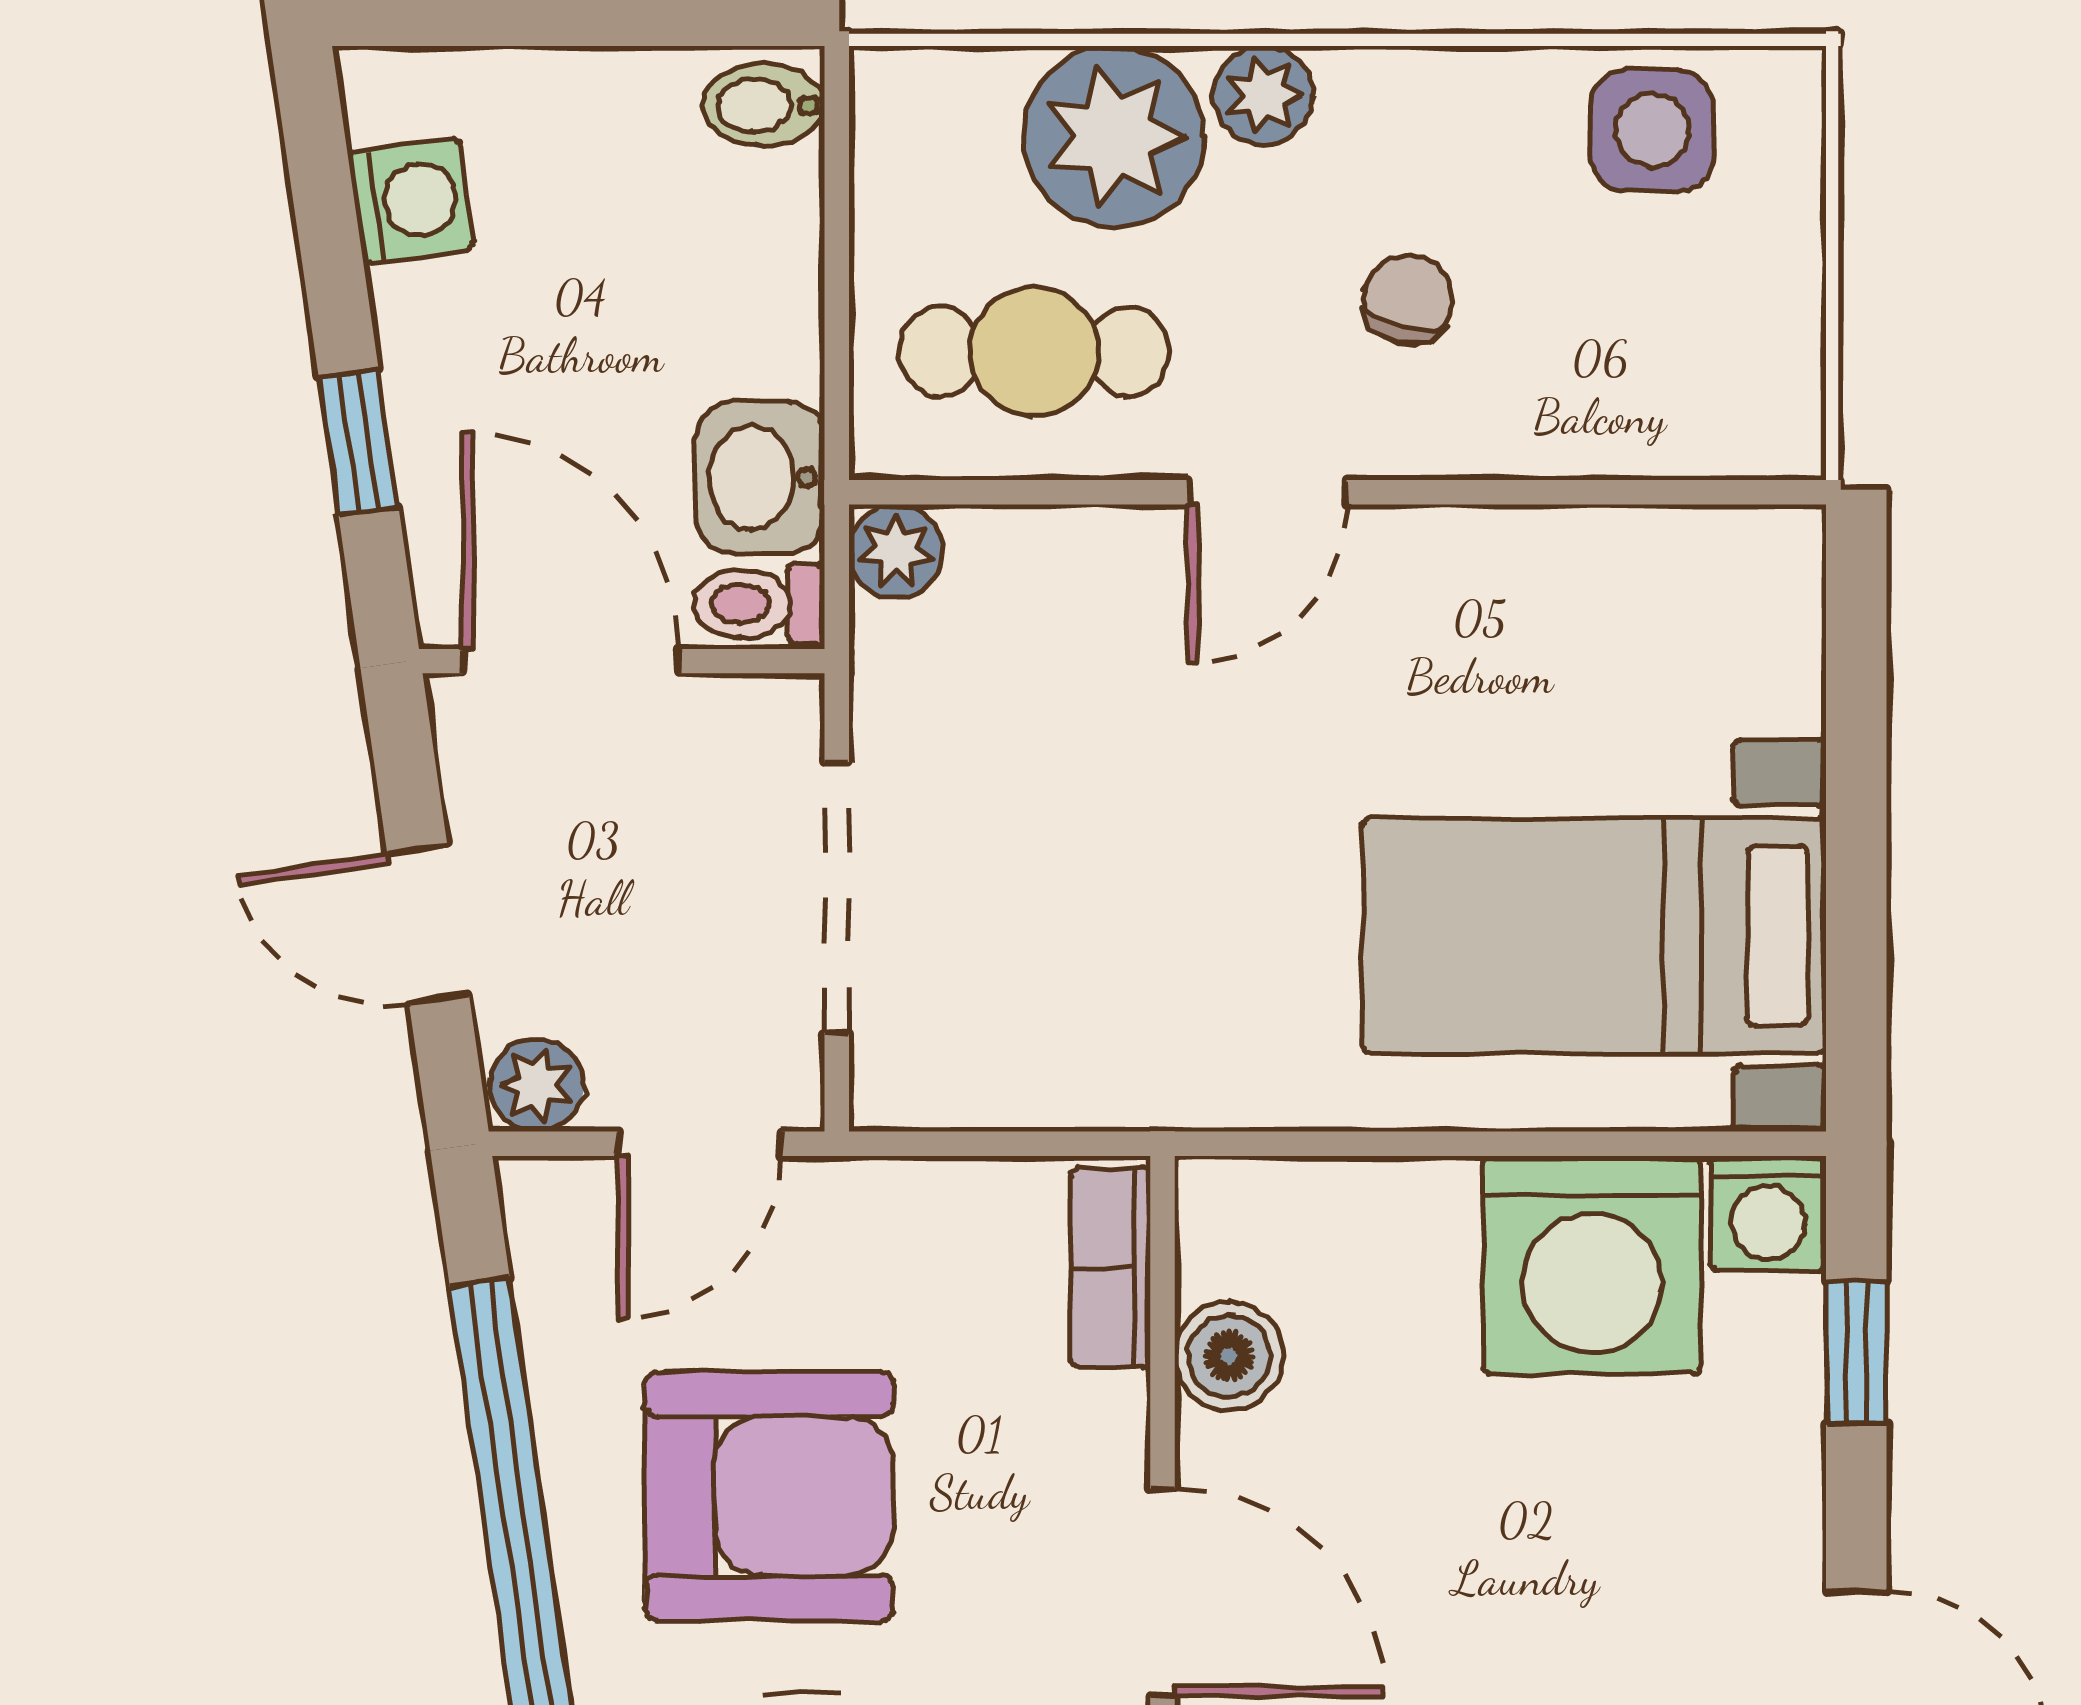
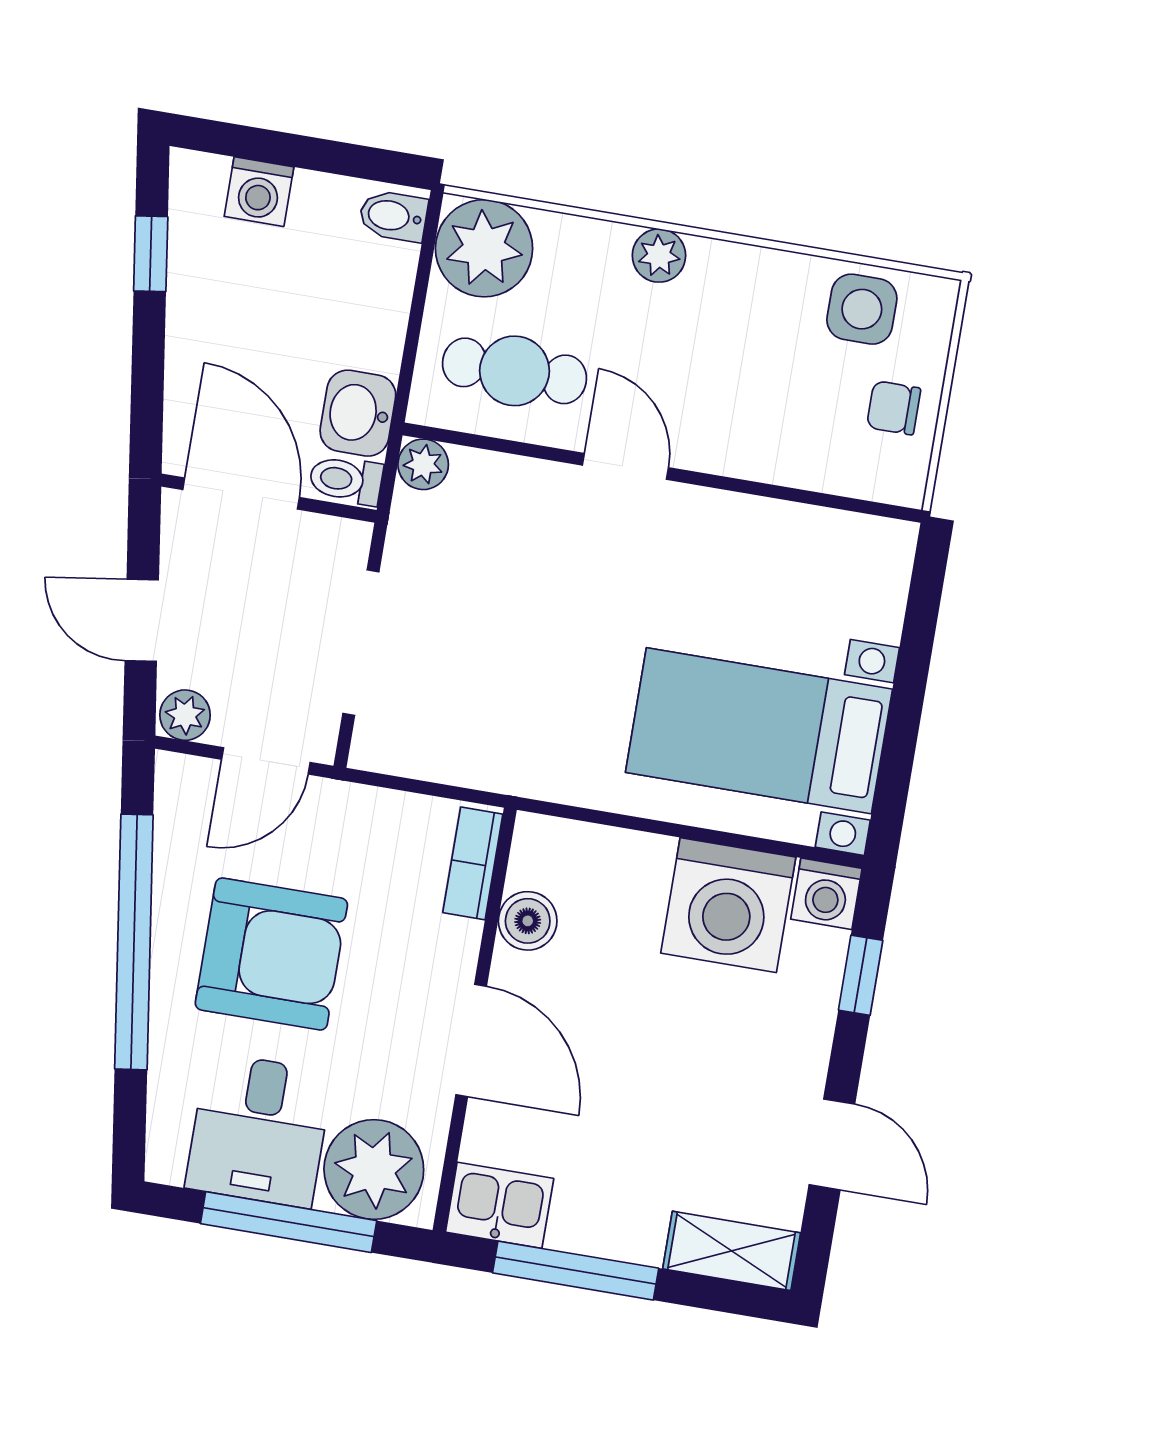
plant: (1114, 136) -> (484, 248), moved
washing machine: (411, 201) -> (259, 192), moved, turned 98
chair: (1408, 300) -> (894, 408), moved, turned -102
window: (359, 442) -> (151, 254), moved
door: (1267, 492) -> (625, 466), swing flipped

